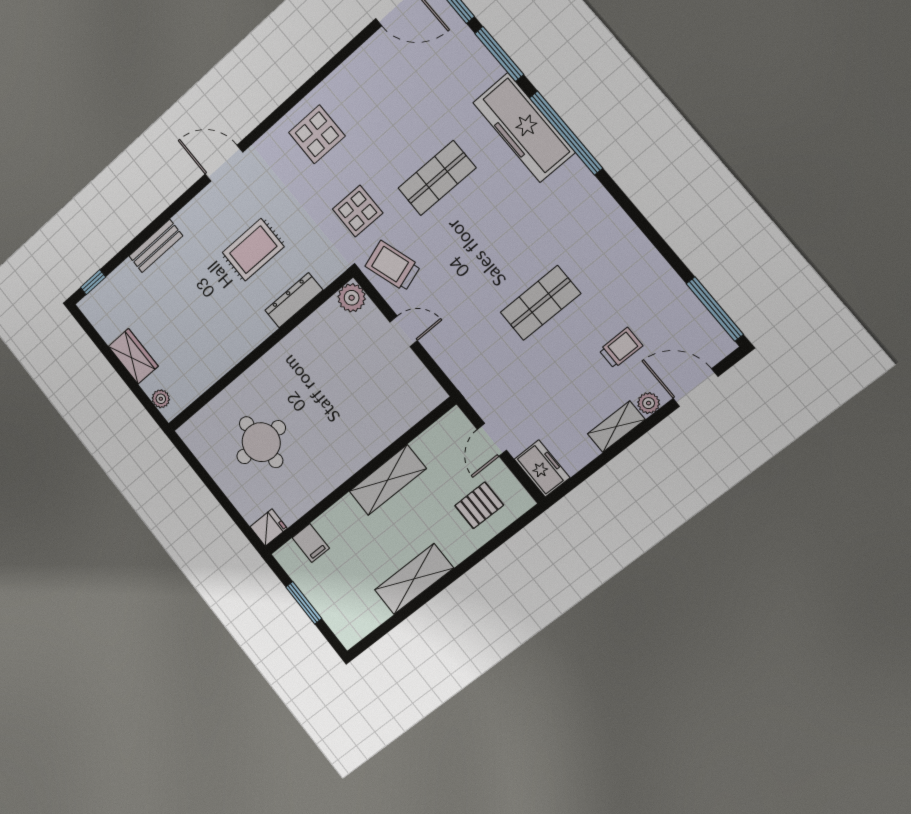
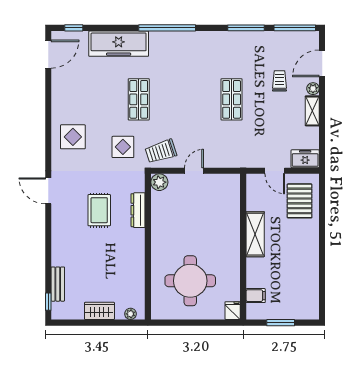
window: (499, 54) -> (246, 28), moved
freezer: (524, 128) -> (119, 44), moved
door: (224, 163) -> (48, 191), hinge flipped
bench: (156, 246) -> (58, 284), moved
round table: (261, 442) -> (190, 281), width x1.36, depth x1.36
pallet: (479, 505) -> (300, 201), width x1.50, depth x1.42
shelving: (414, 579) -> (310, 259), removed

